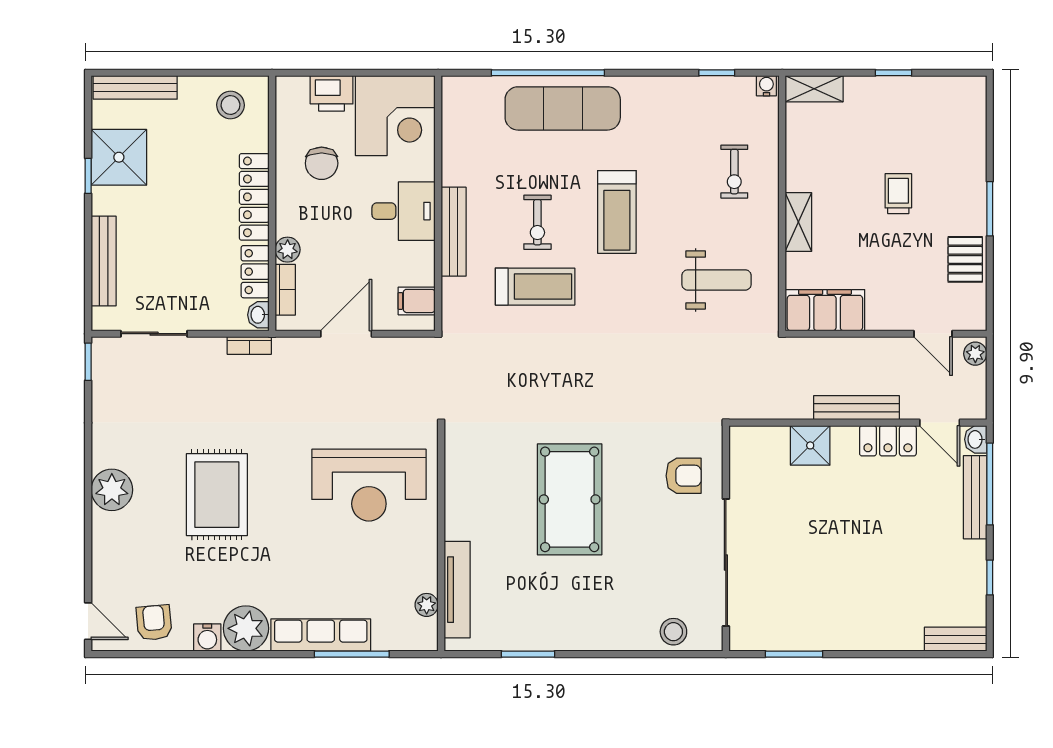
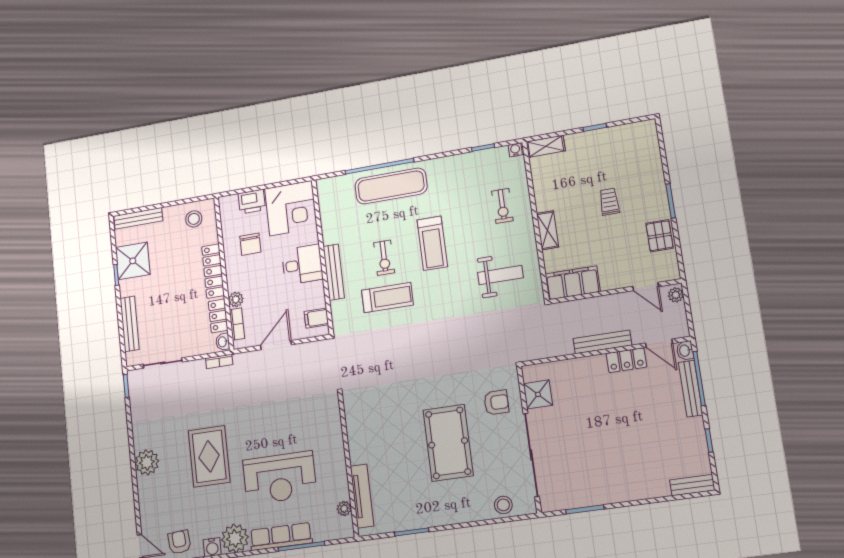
shower: (810, 445) -> (538, 394), moved
reception desk: (369, 485) -> (280, 478), moved
pool table: (570, 499) -> (448, 443), moved

